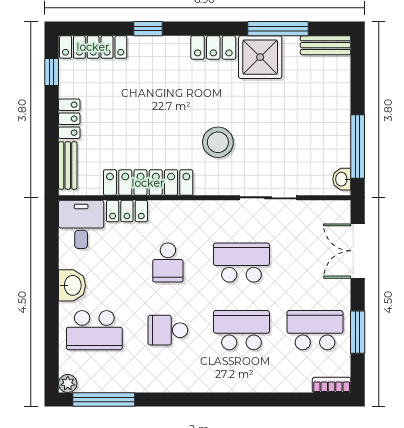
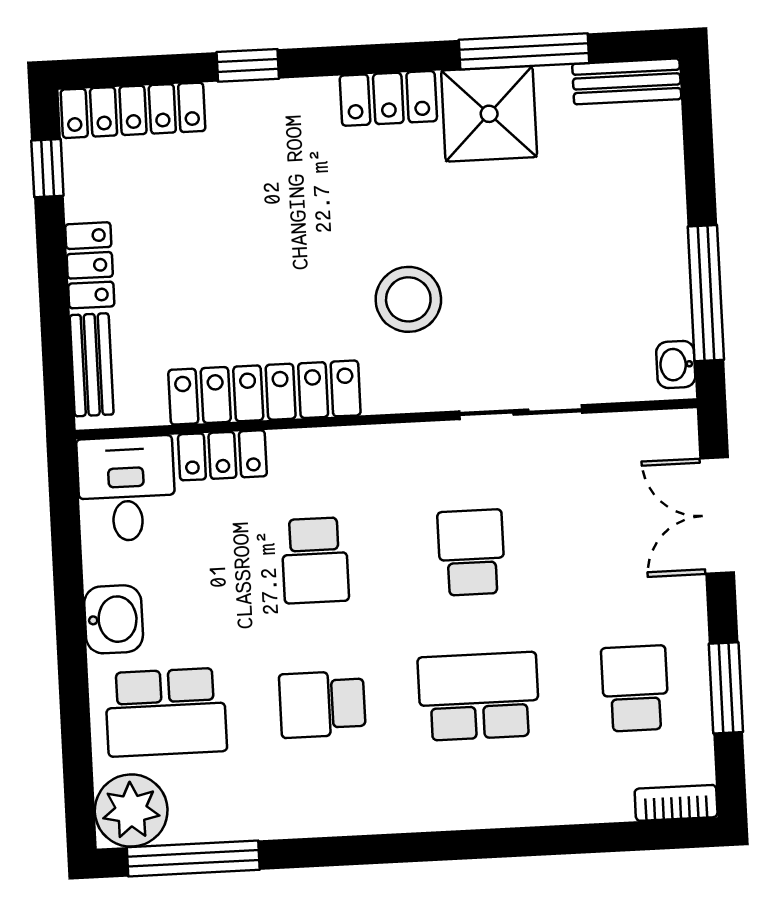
school desk: (241, 262) -> (471, 552), width x0.54
school desk: (315, 330) -> (635, 688), width x0.54
plant: (68, 383) -> (131, 810), width x1.87, depth x1.87

